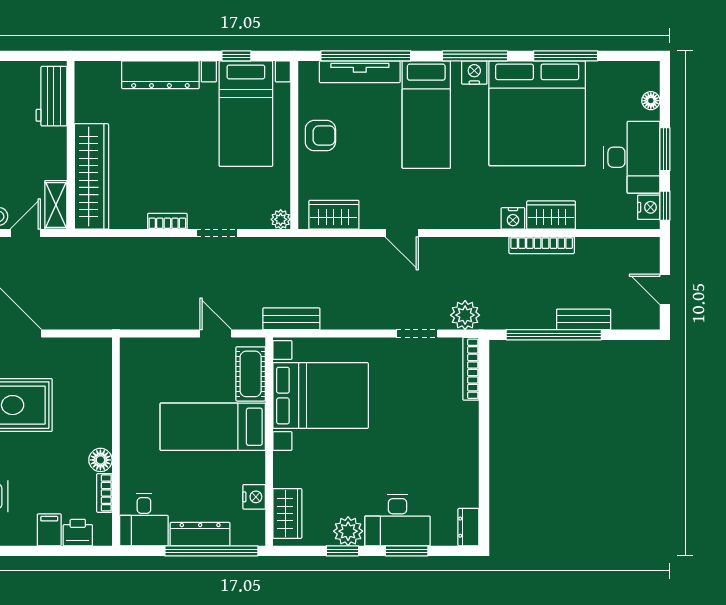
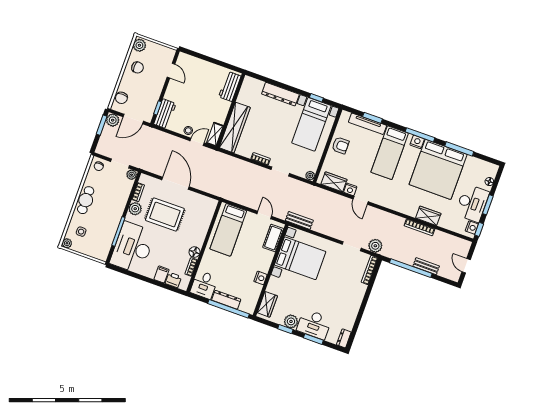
window: (366, 56) -> (372, 118), width x0.47
nightstand: (513, 218) -> (350, 189), moved
bed: (213, 427) -> (228, 230), moved, turned -90
nightstand: (254, 497) -> (260, 278), moved

